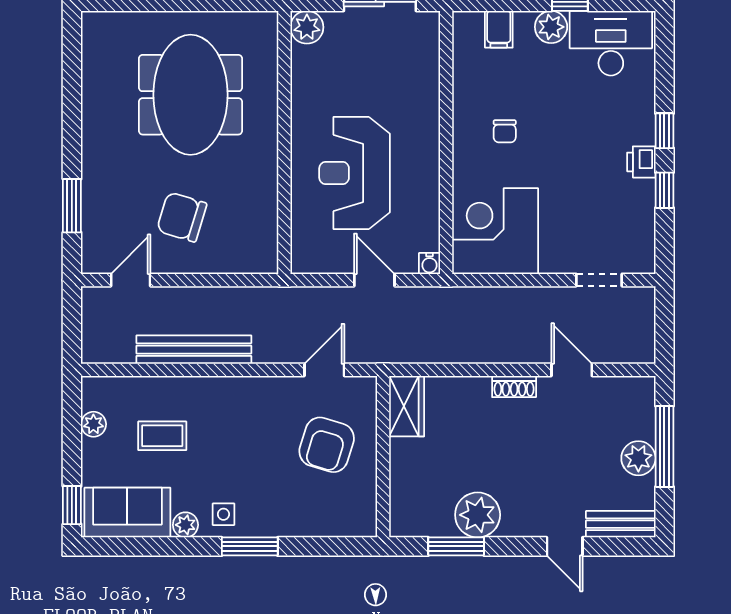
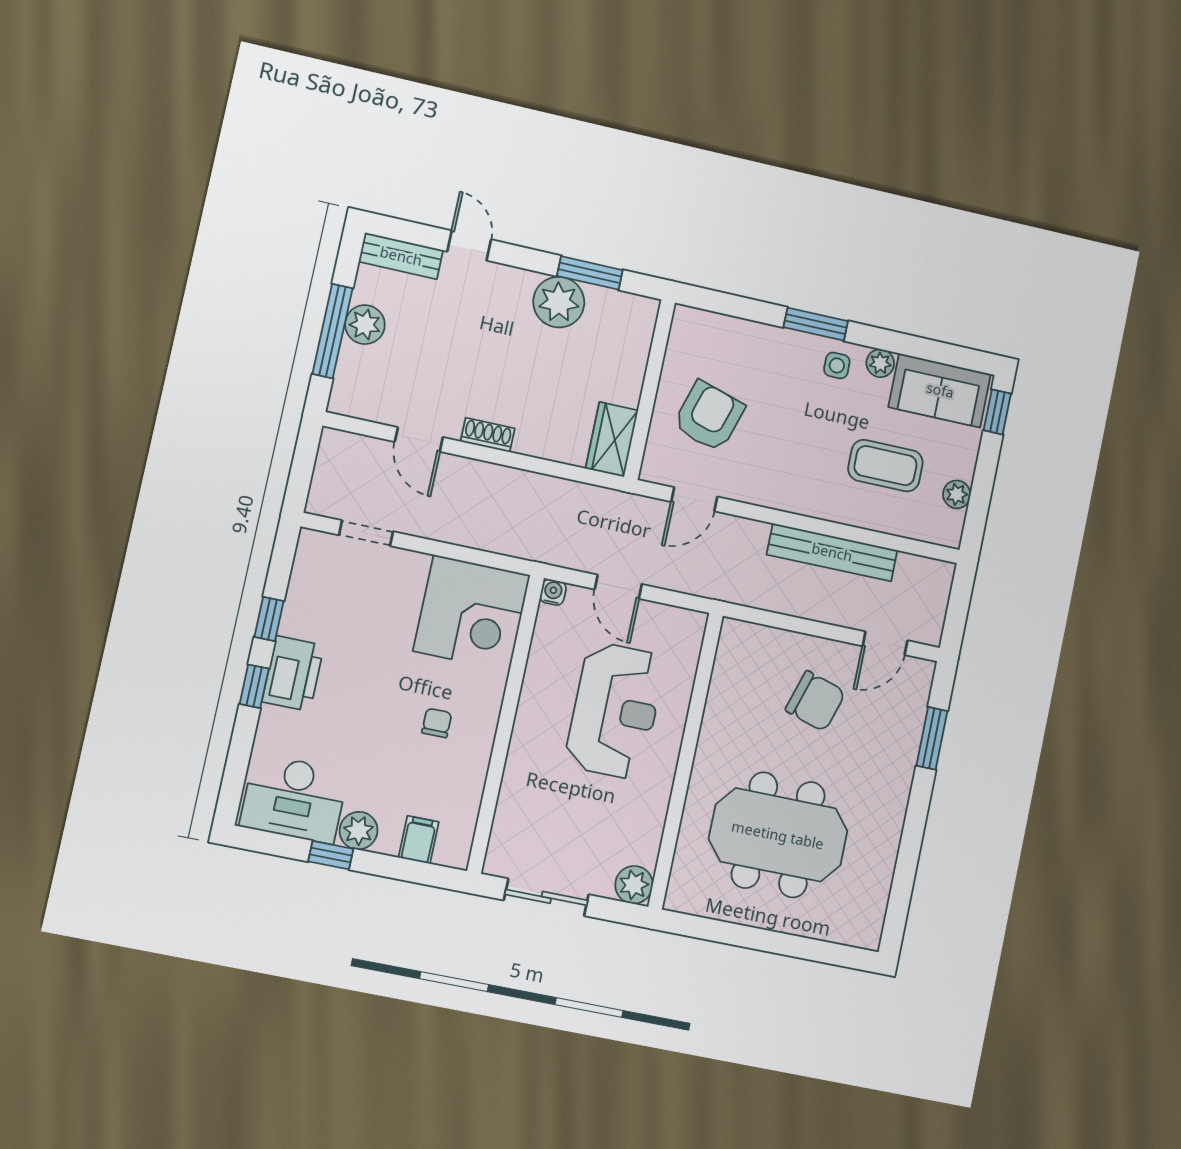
meeting table: (190, 95) -> (778, 835), turned 90
printer: (641, 162) -> (293, 674), width x1.87, depth x1.48
coffee table: (162, 436) -> (885, 466), width x1.36, depth x1.30

